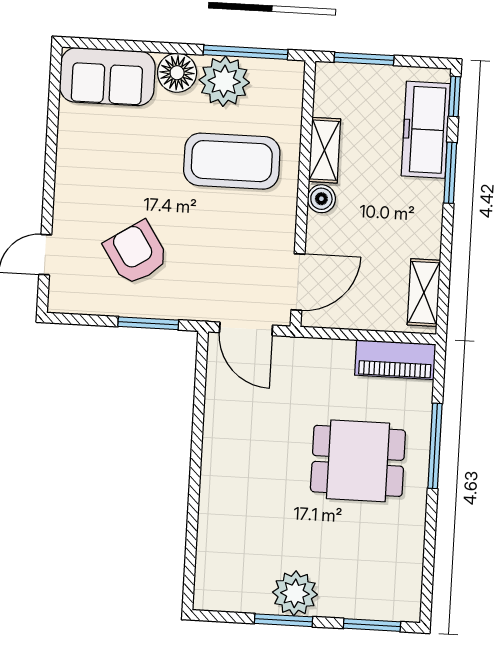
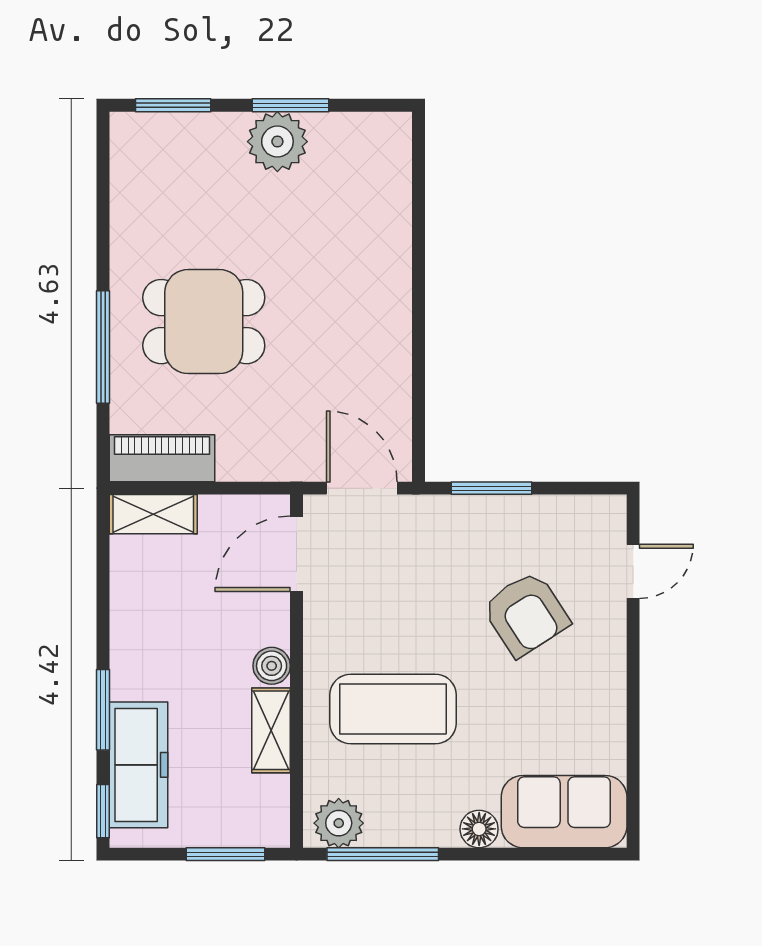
floor lamp: (177, 73) -> (479, 829), width x0.73, depth x0.73
plant: (224, 81) -> (339, 823), moved, width x0.73, depth x0.73
armchair: (136, 253) -> (526, 614), moved
shelving: (424, 293) -> (153, 514), moved, turned 90

